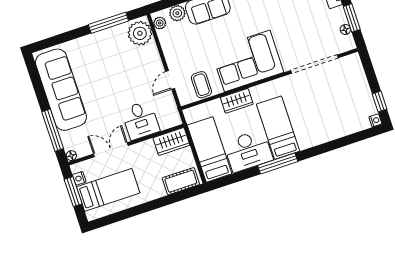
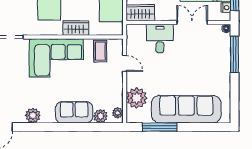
plant: (140, 33) -> (137, 98), moved
door: (170, 80) -> (125, 63), hinge flipped
sofa: (61, 90) -> (186, 109), moved, turned 90
double door: (111, 150) -> (192, 22), swing flipped

